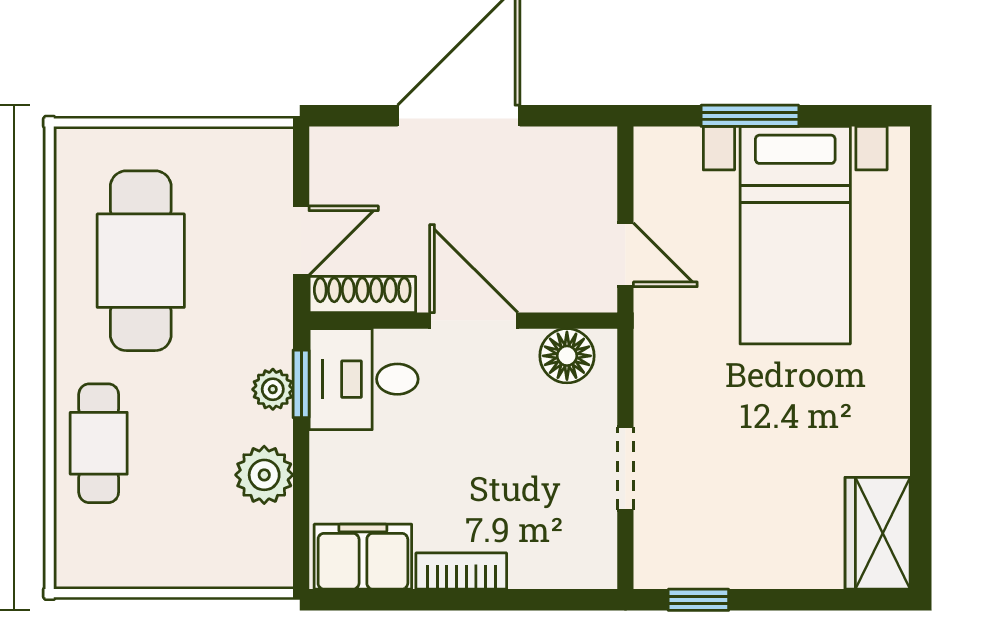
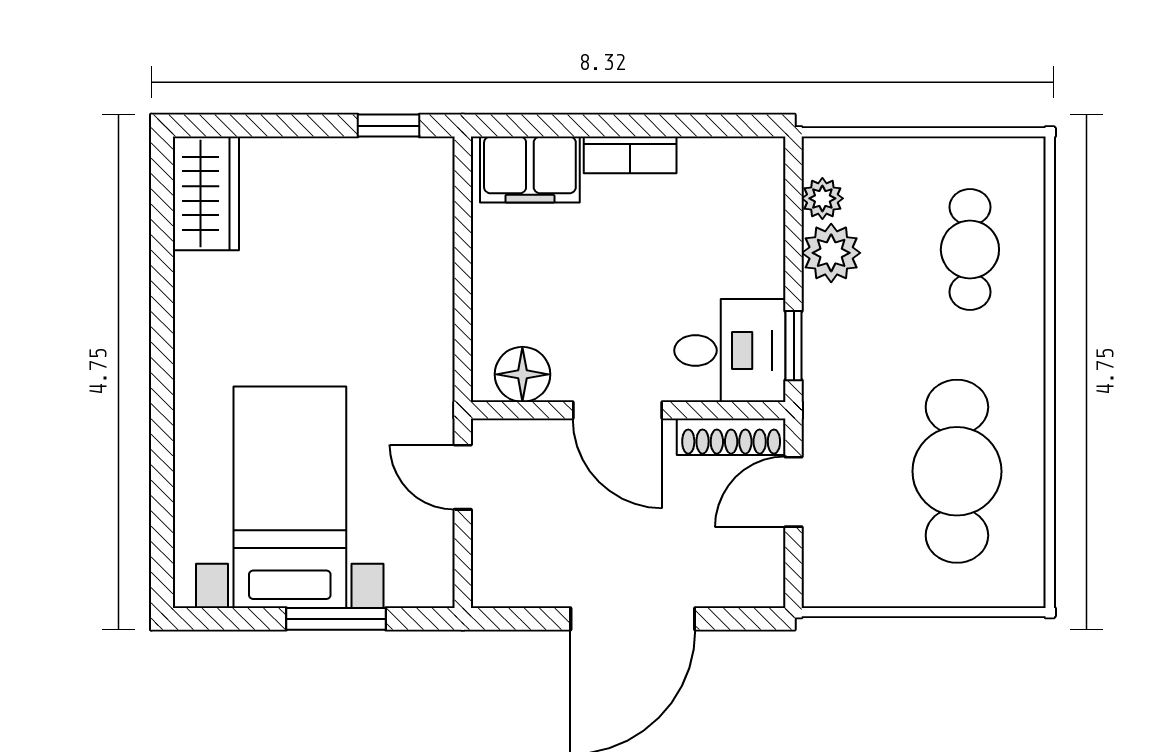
plant: (273, 389) -> (822, 198), moved
cafe table: (99, 443) -> (970, 250), moved
doorway: (625, 468) -> (463, 259), removed
filing cabinet: (363, 557) -> (530, 169), moved

